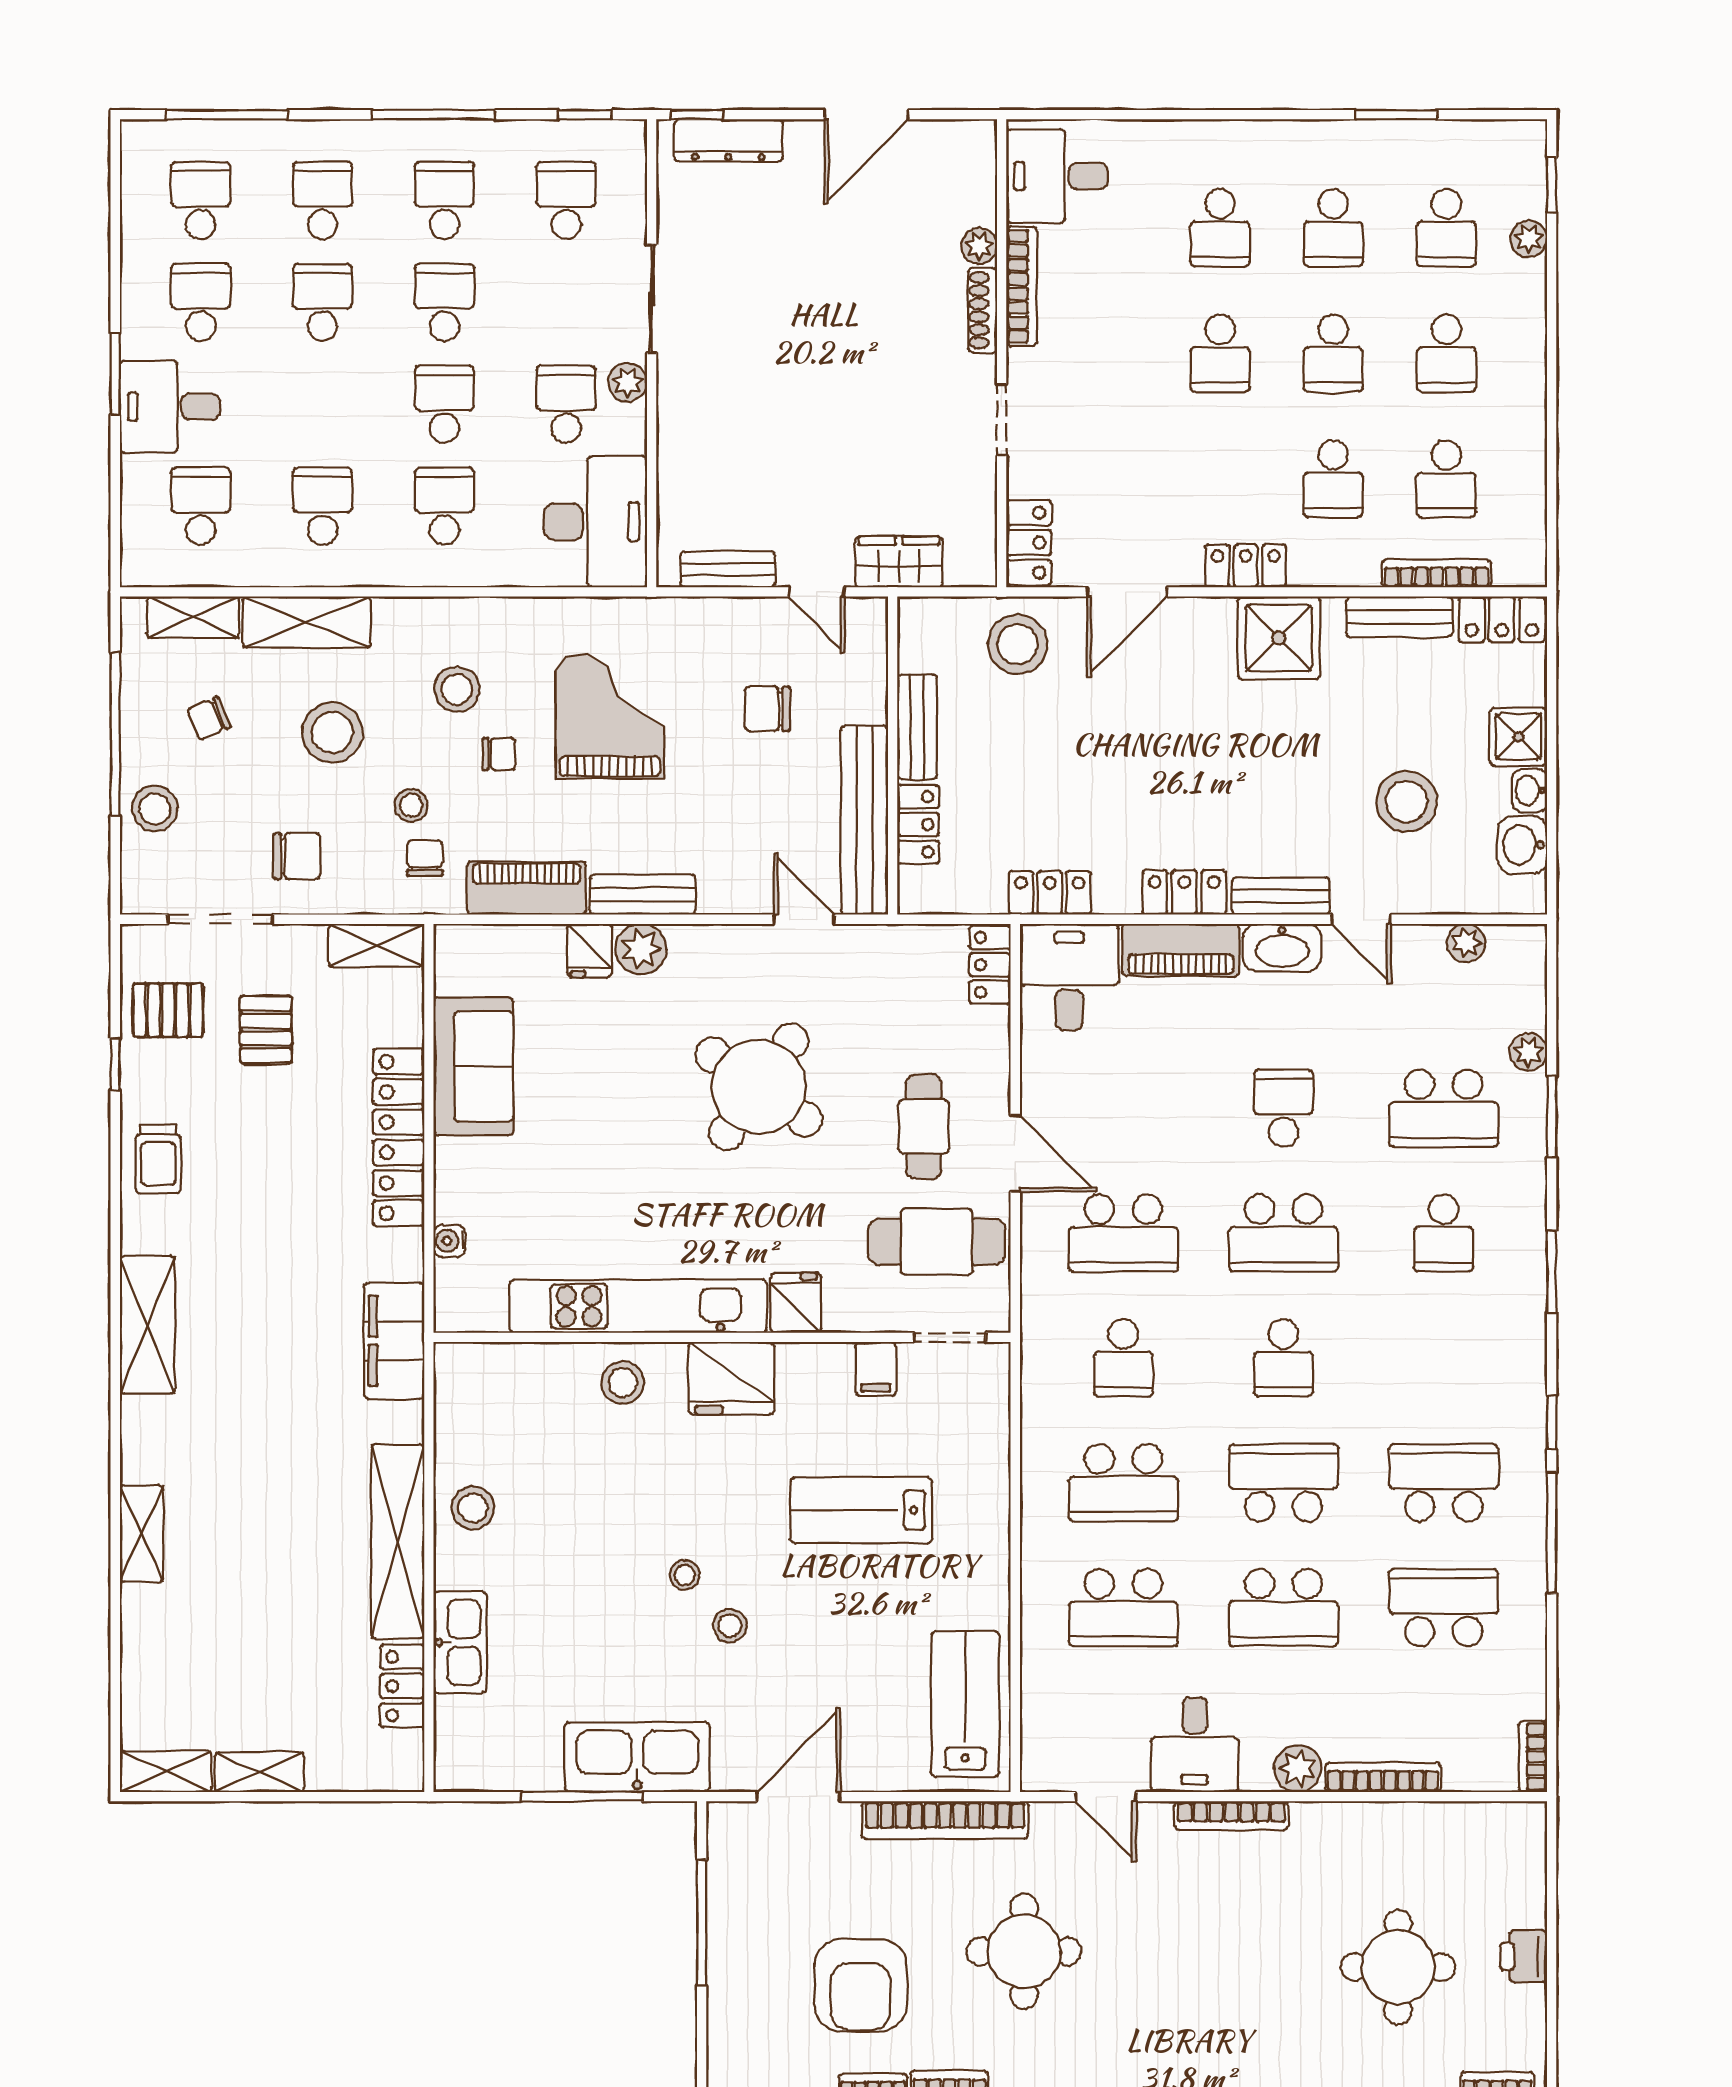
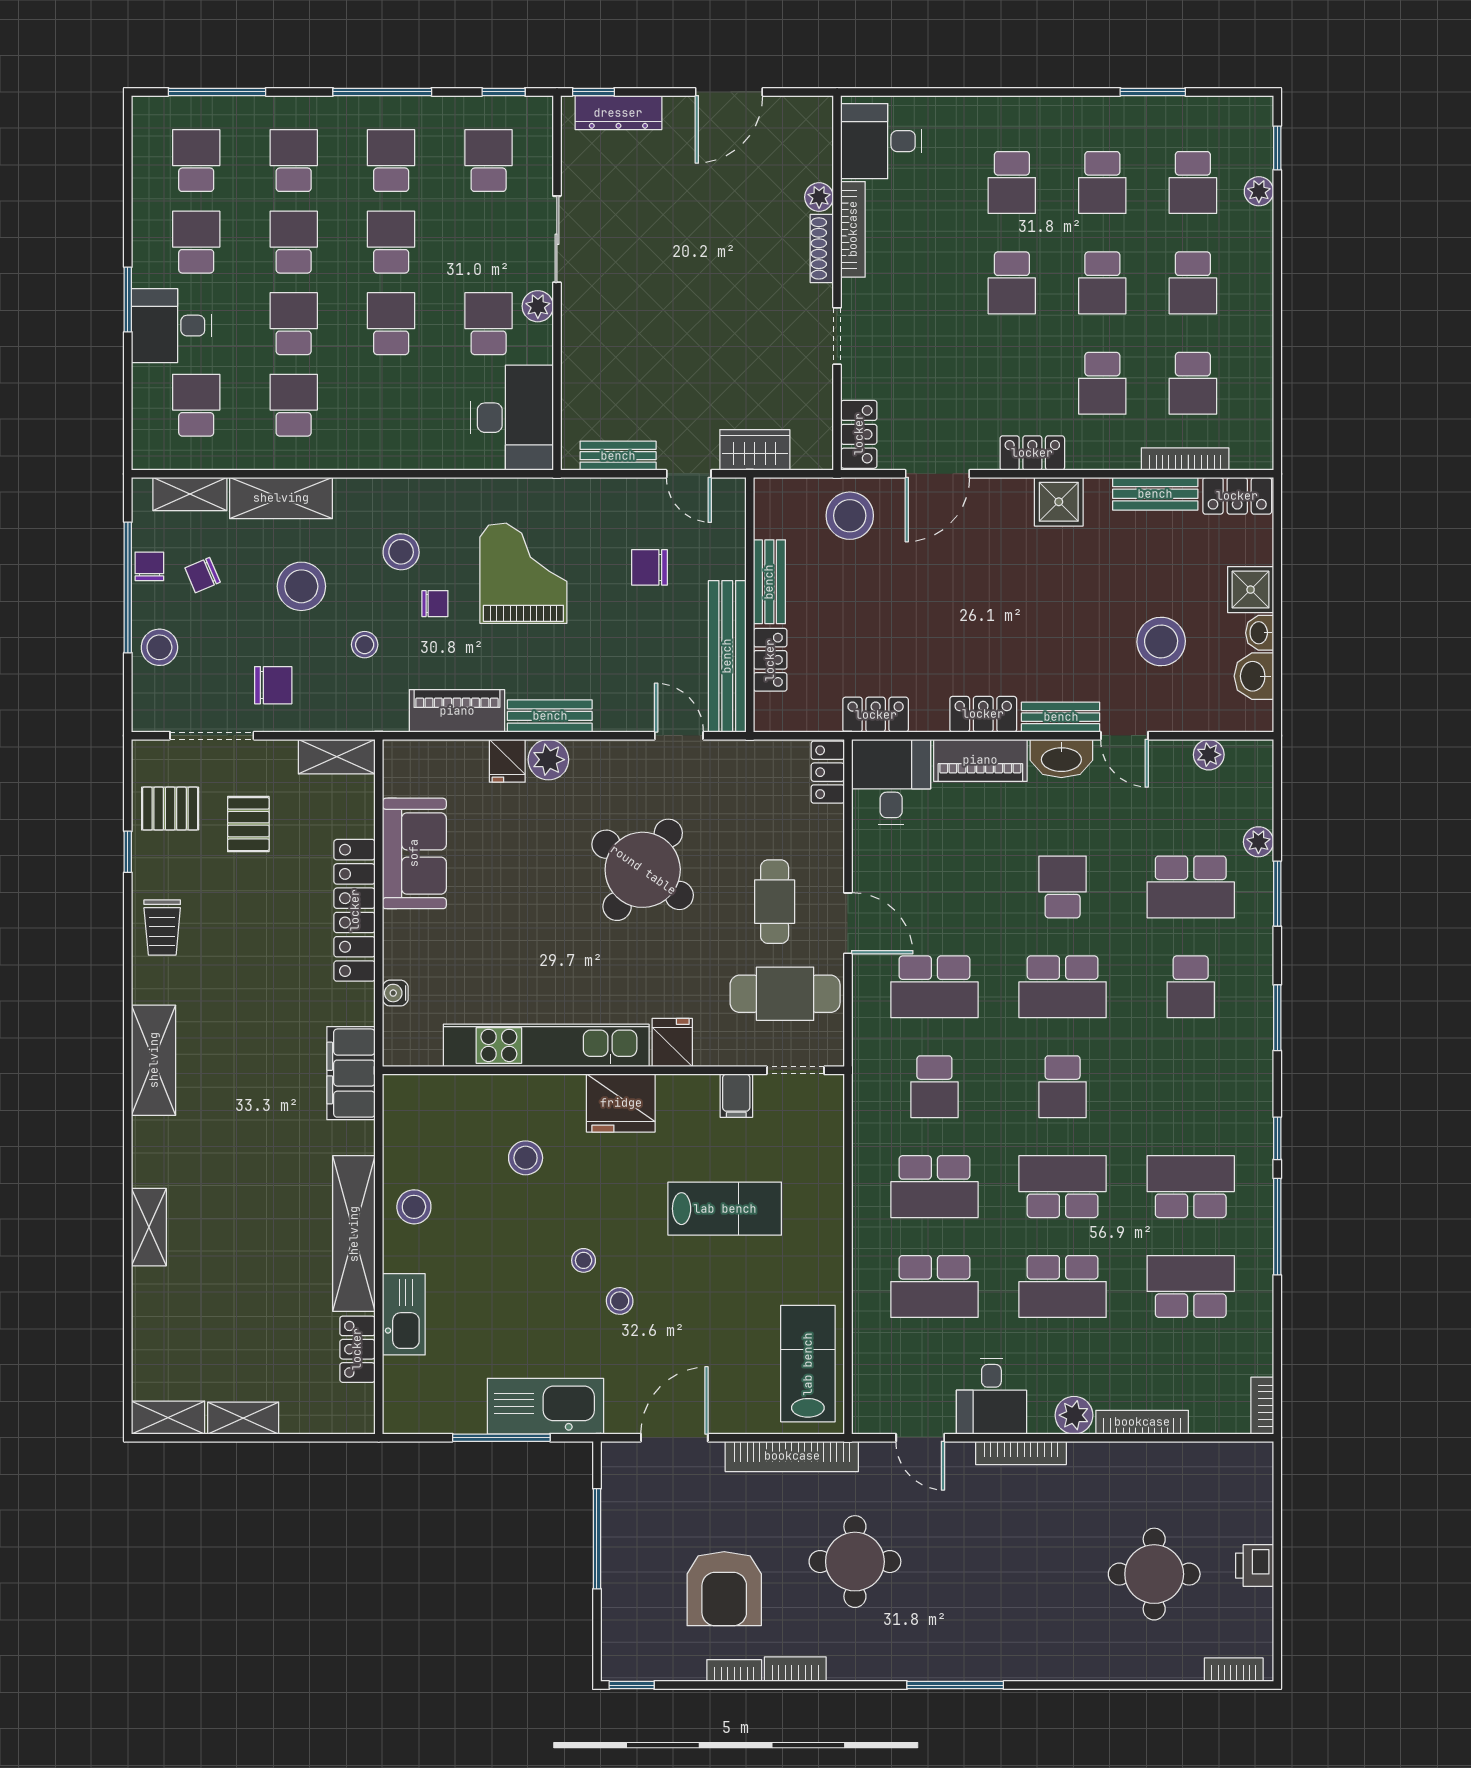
school desk: (444, 506) -> (294, 324), moved
shower: (1279, 638) -> (1059, 502), width x0.73, depth x0.73
chair: (425, 858) -> (149, 566), moved
stool: (623, 1382) -> (526, 1158), moved
lab bench: (861, 1510) -> (725, 1209), turned 180

